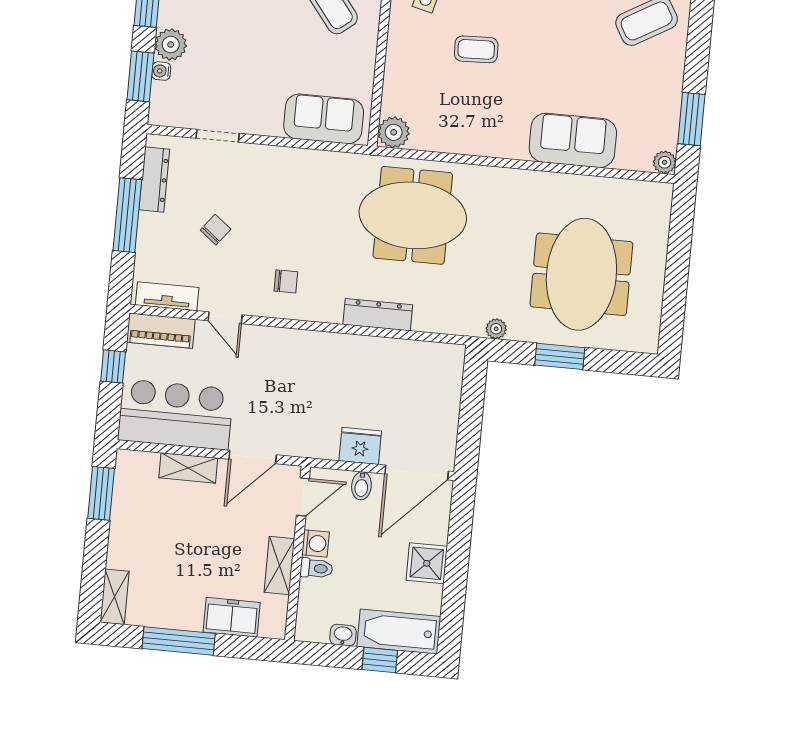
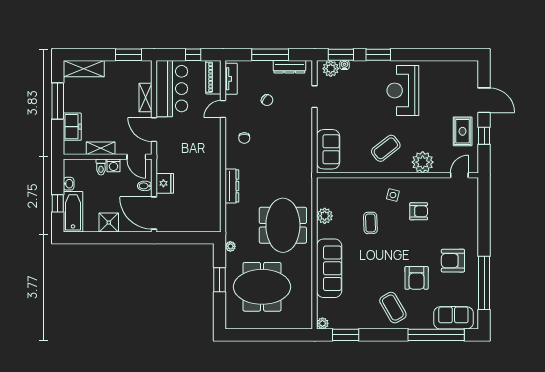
plant: (171, 45) -> (331, 69), moved
plant: (394, 132) -> (325, 216), moved
sofa: (573, 140) -> (329, 268), width x1.36
meeting table: (413, 215) -> (283, 225), moved
shelving: (115, 597) -> (84, 69), width x1.50, depth x1.33

